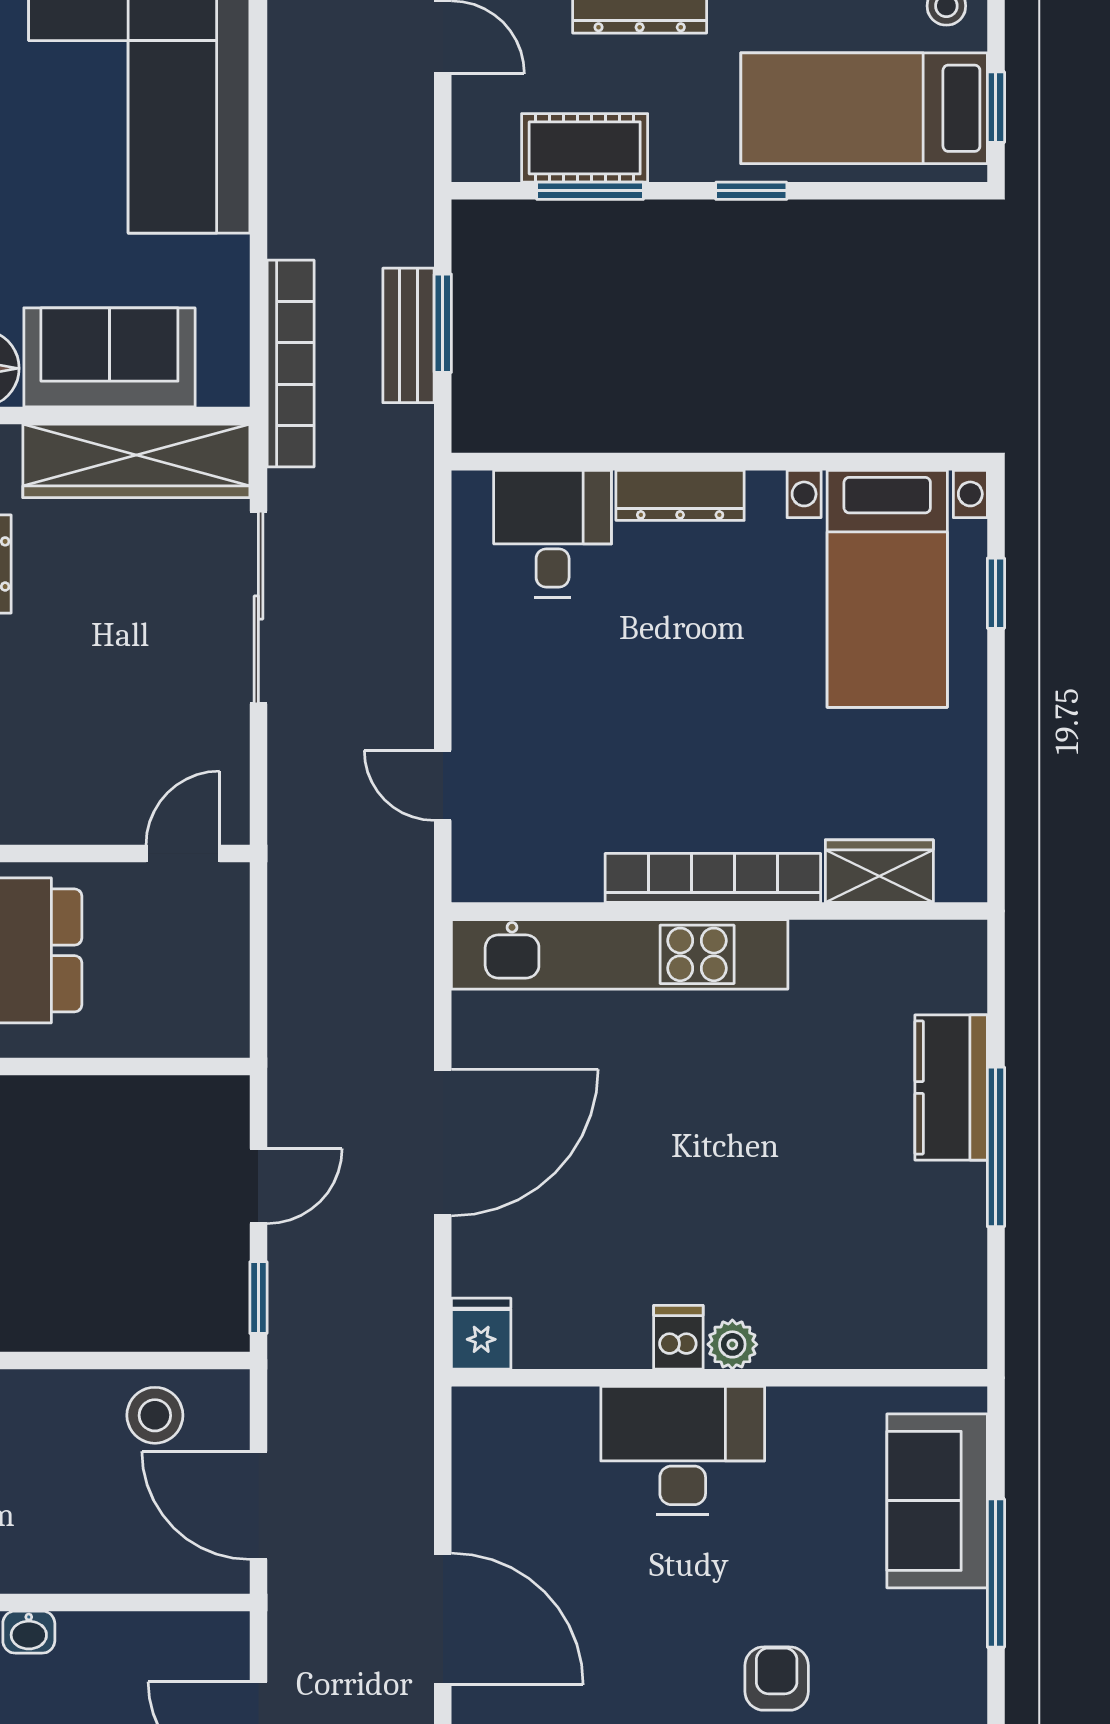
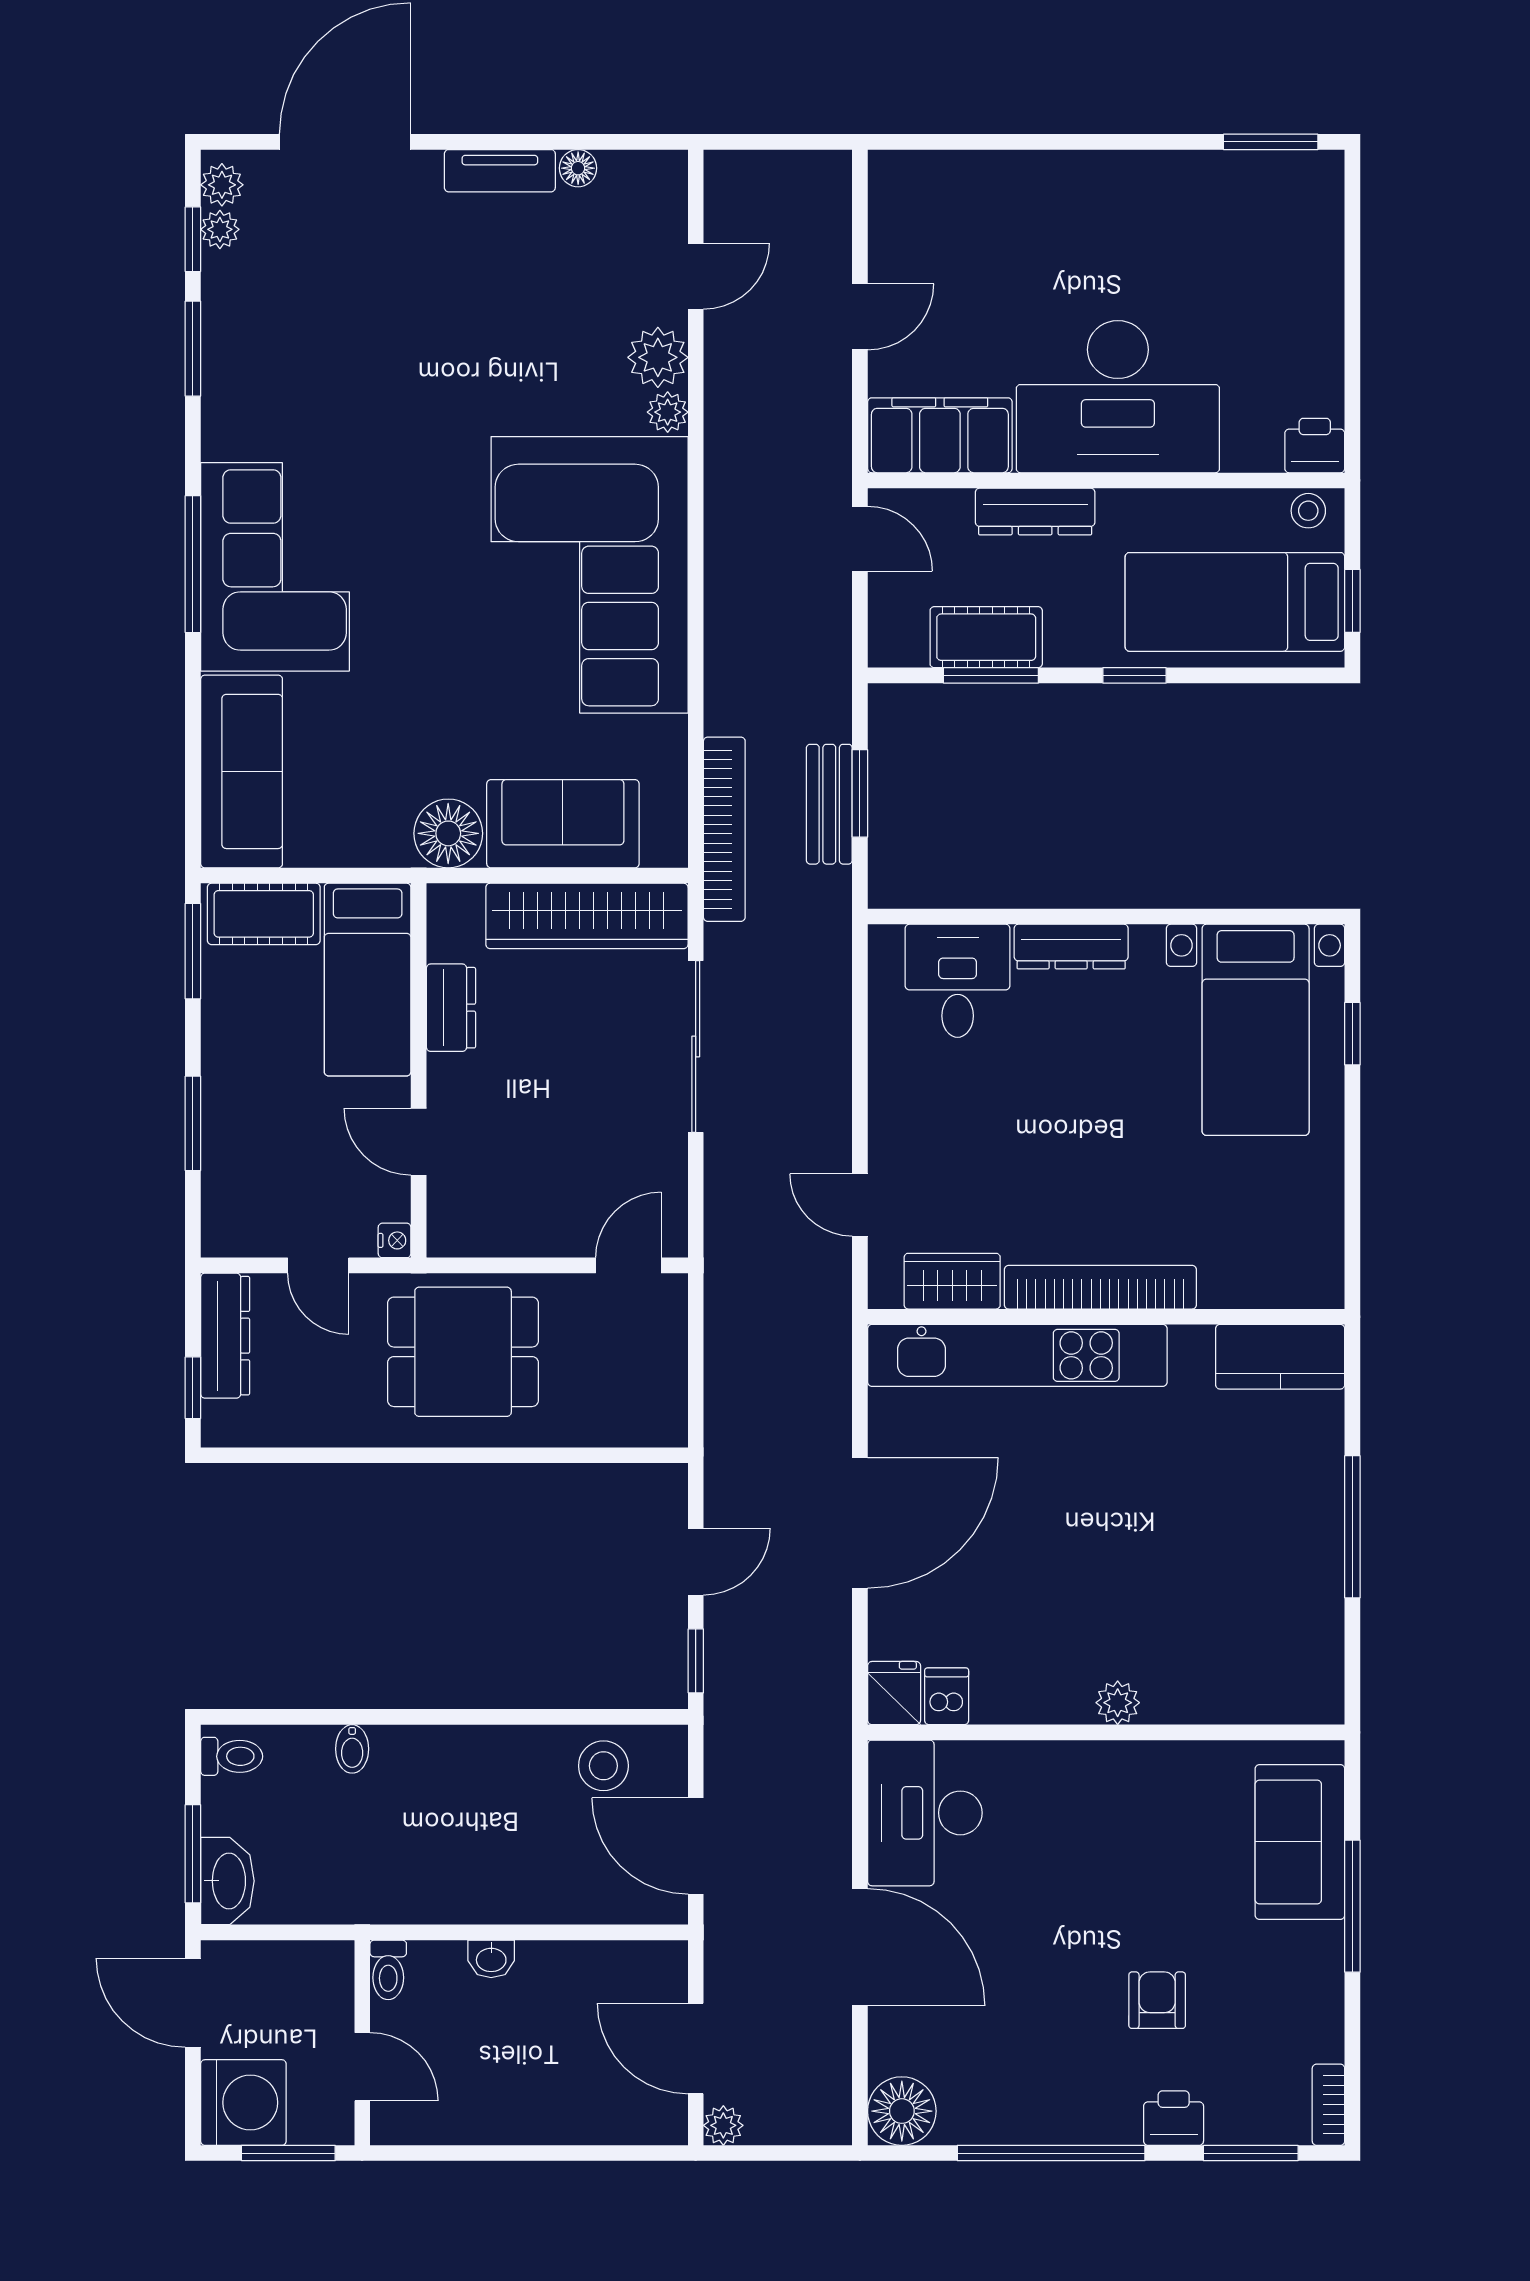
wardrobe: (879, 871) -> (952, 1281), moved
kitchen counter: (951, 1088) -> (1280, 1357), moved, turned -90
dishwasher: (678, 1337) -> (947, 1696), moved
desk: (683, 1451) -> (925, 1813), moved, turned -90

